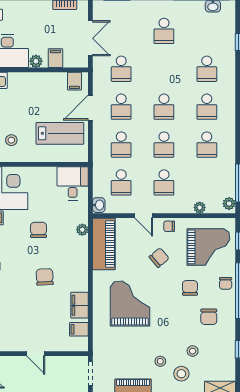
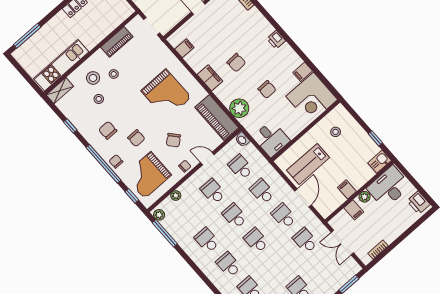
filing cabinet: (74, 81) -> (347, 189), moved
plant: (82, 230) -> (239, 108), width x1.88, depth x1.88
filing cabinet: (79, 305) -> (210, 78), moved

